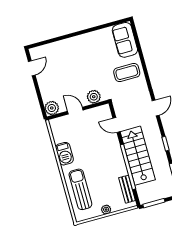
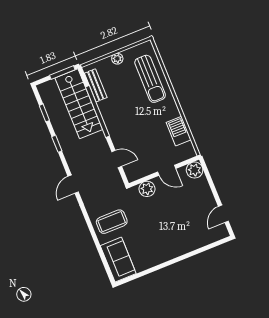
barbecue: (64, 154) -> (179, 131), moved
stairs: (138, 156) -> (79, 104), moved

